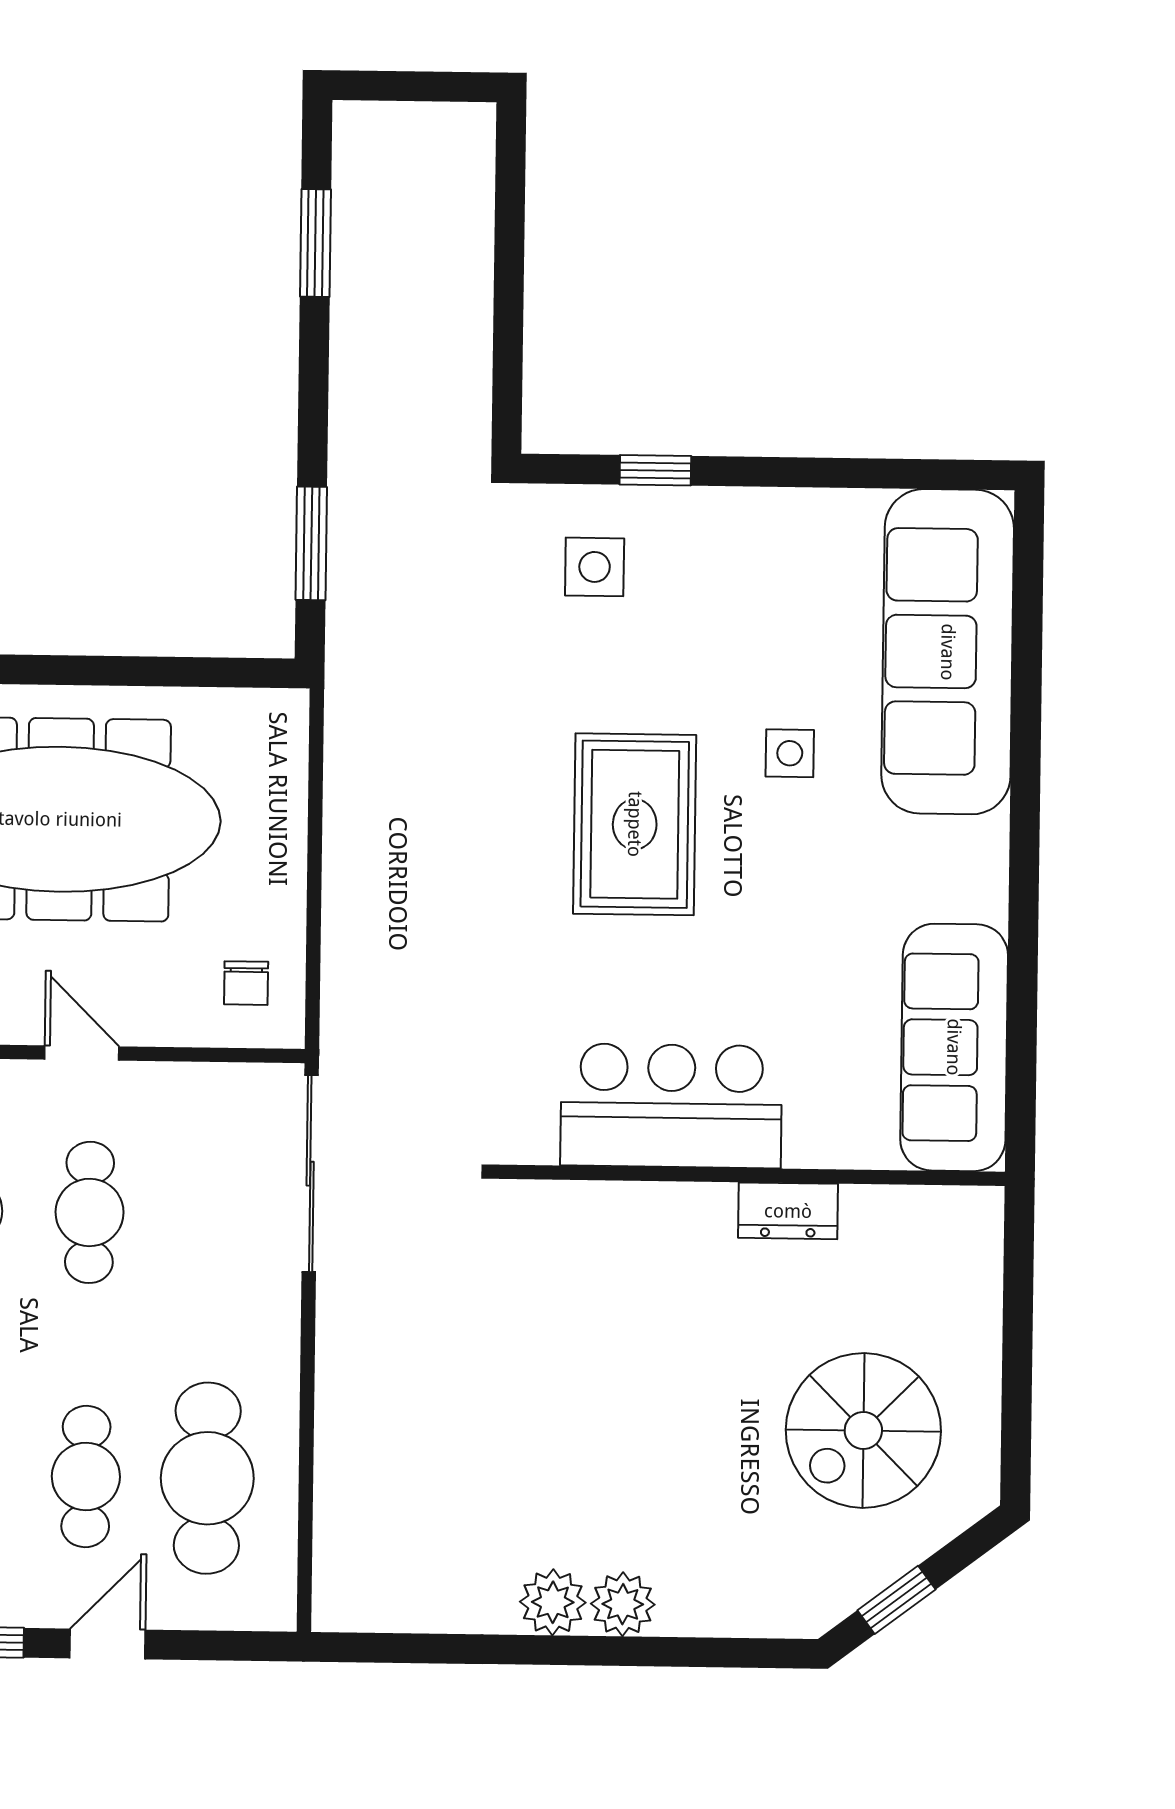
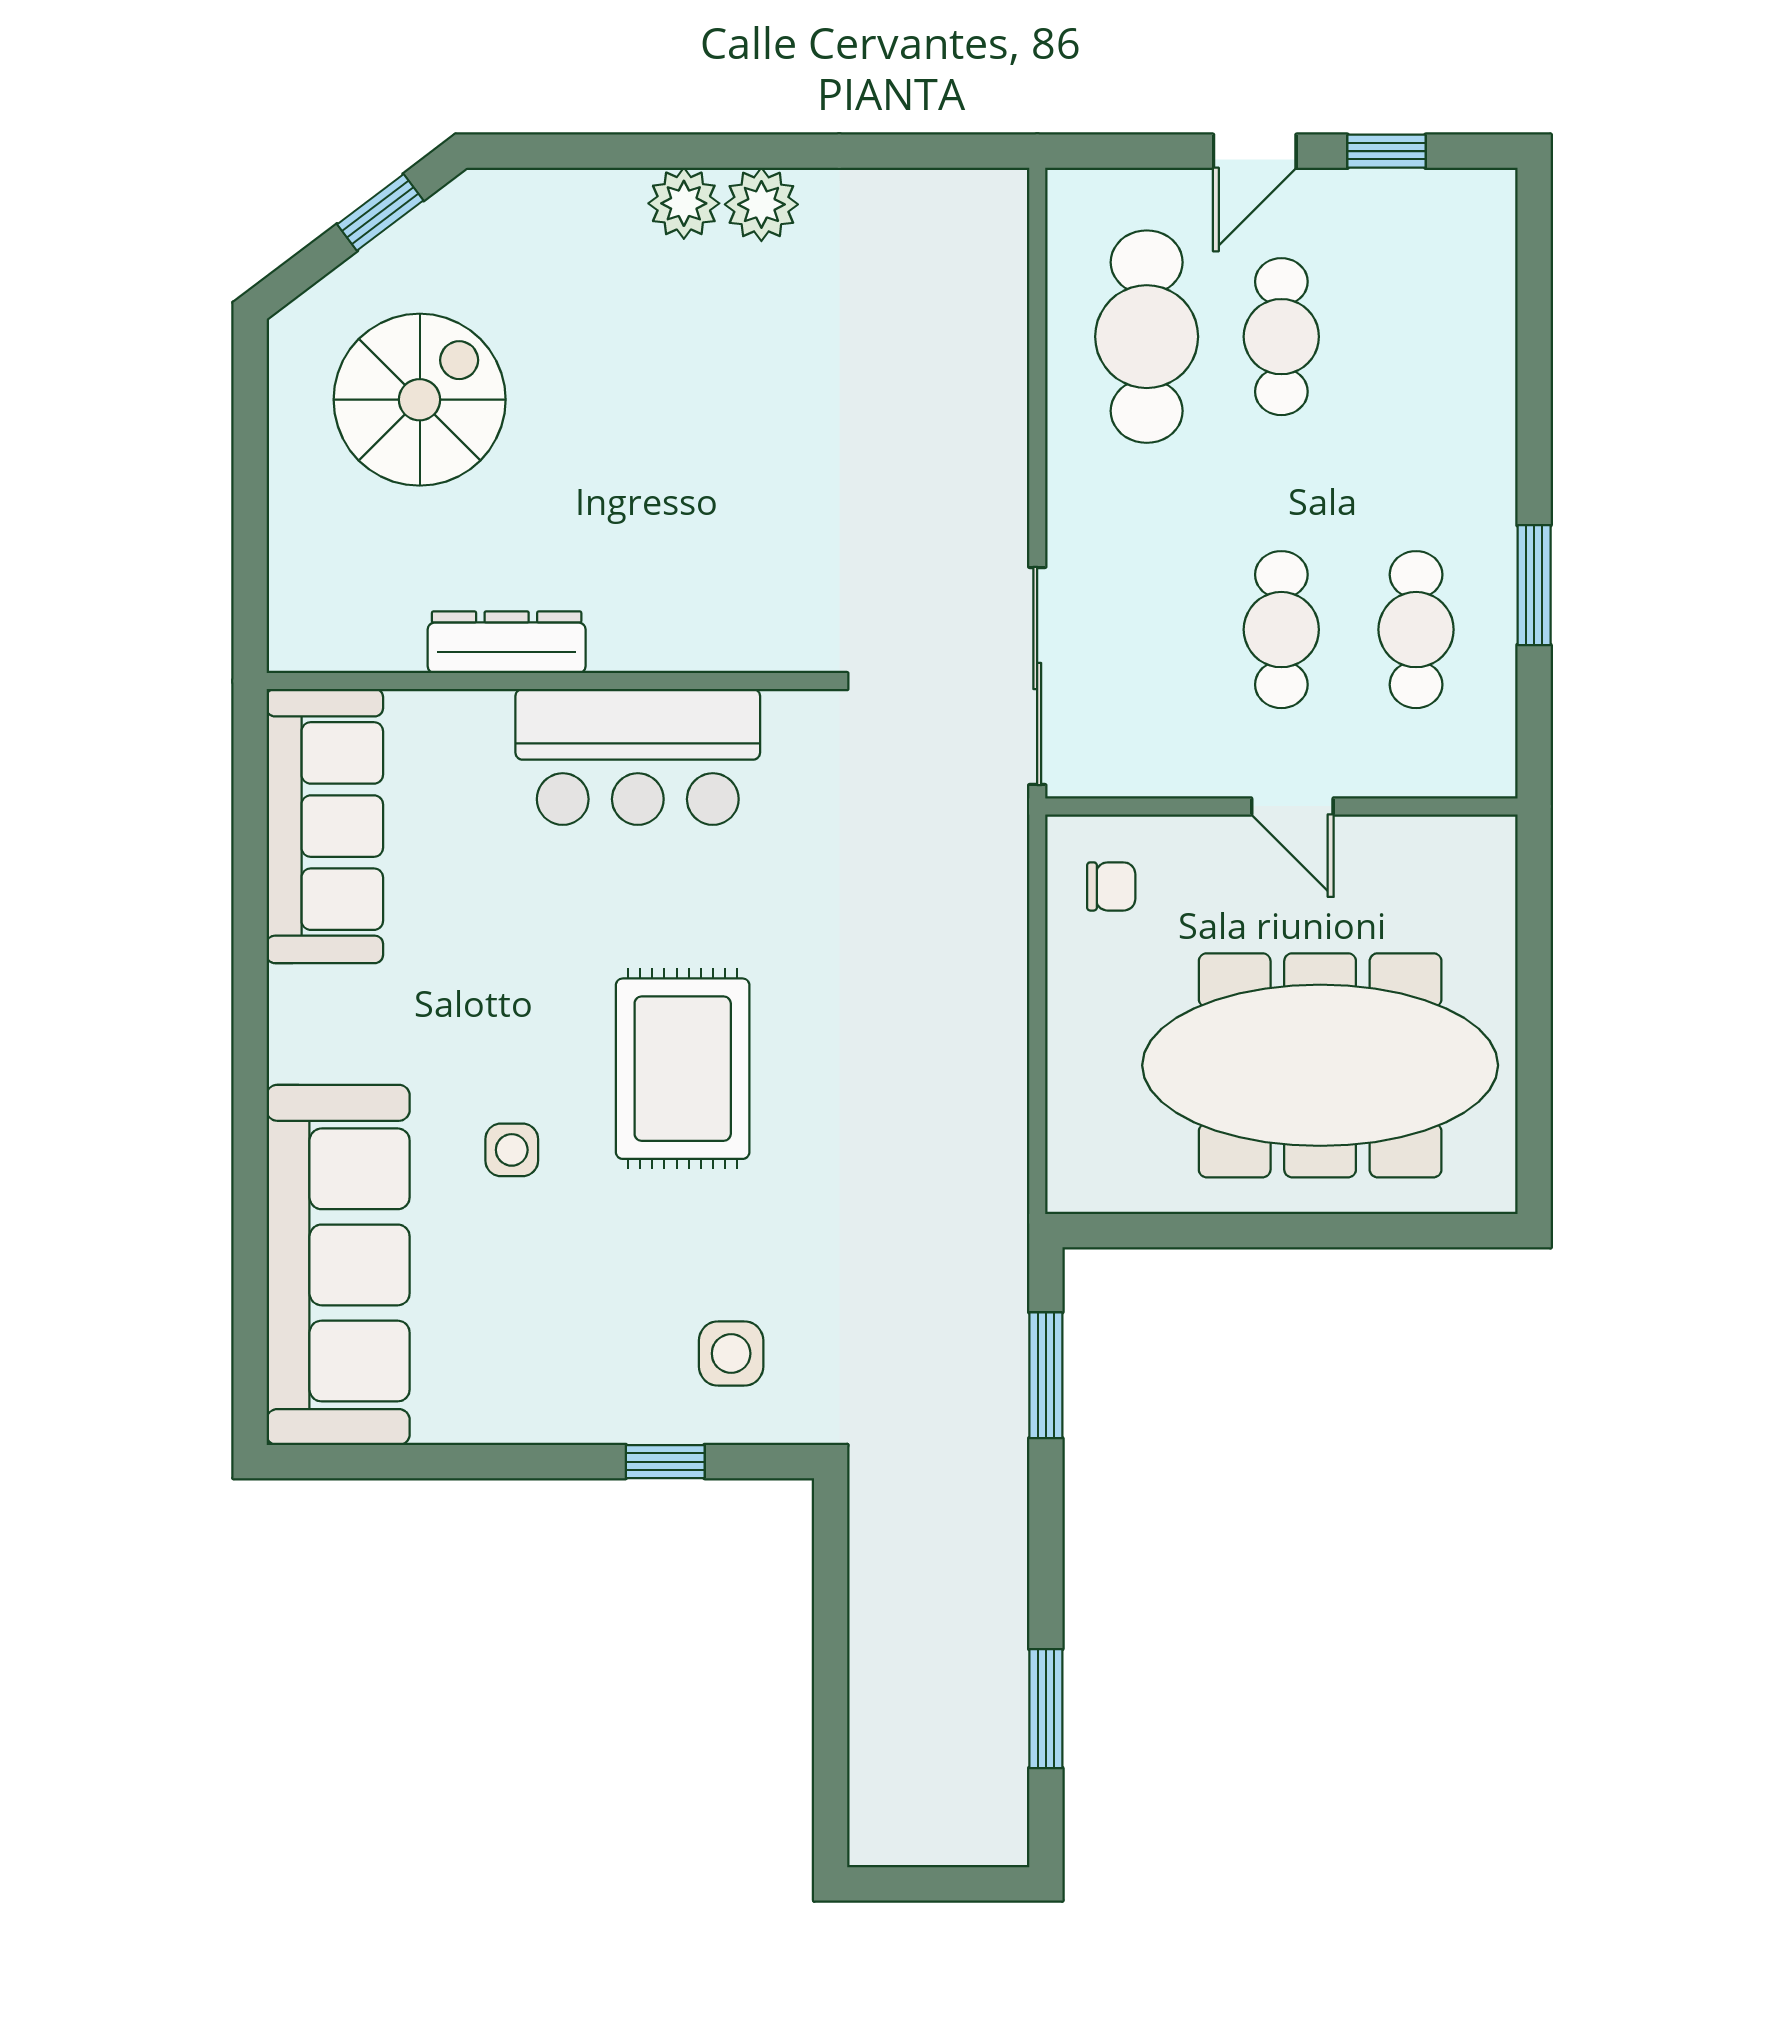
chair: (246, 983) -> (1111, 886), turned 90
dresser: (788, 1211) -> (507, 642), width x1.44

